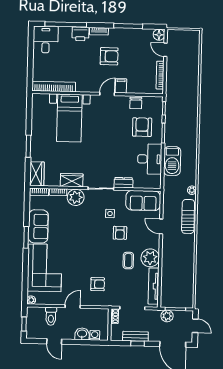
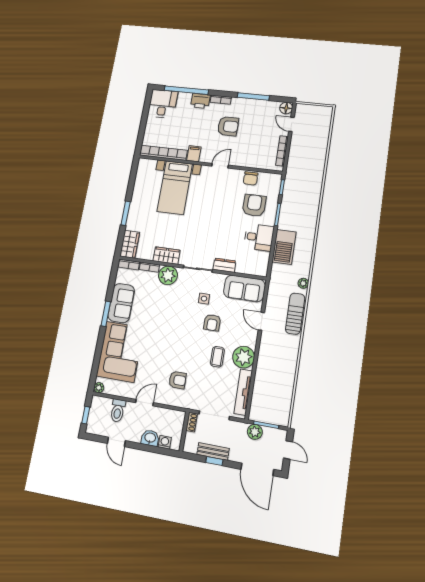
filing cabinet: (121, 86) -> (194, 154), moved
desk: (150, 159) -> (259, 237), width x0.73

